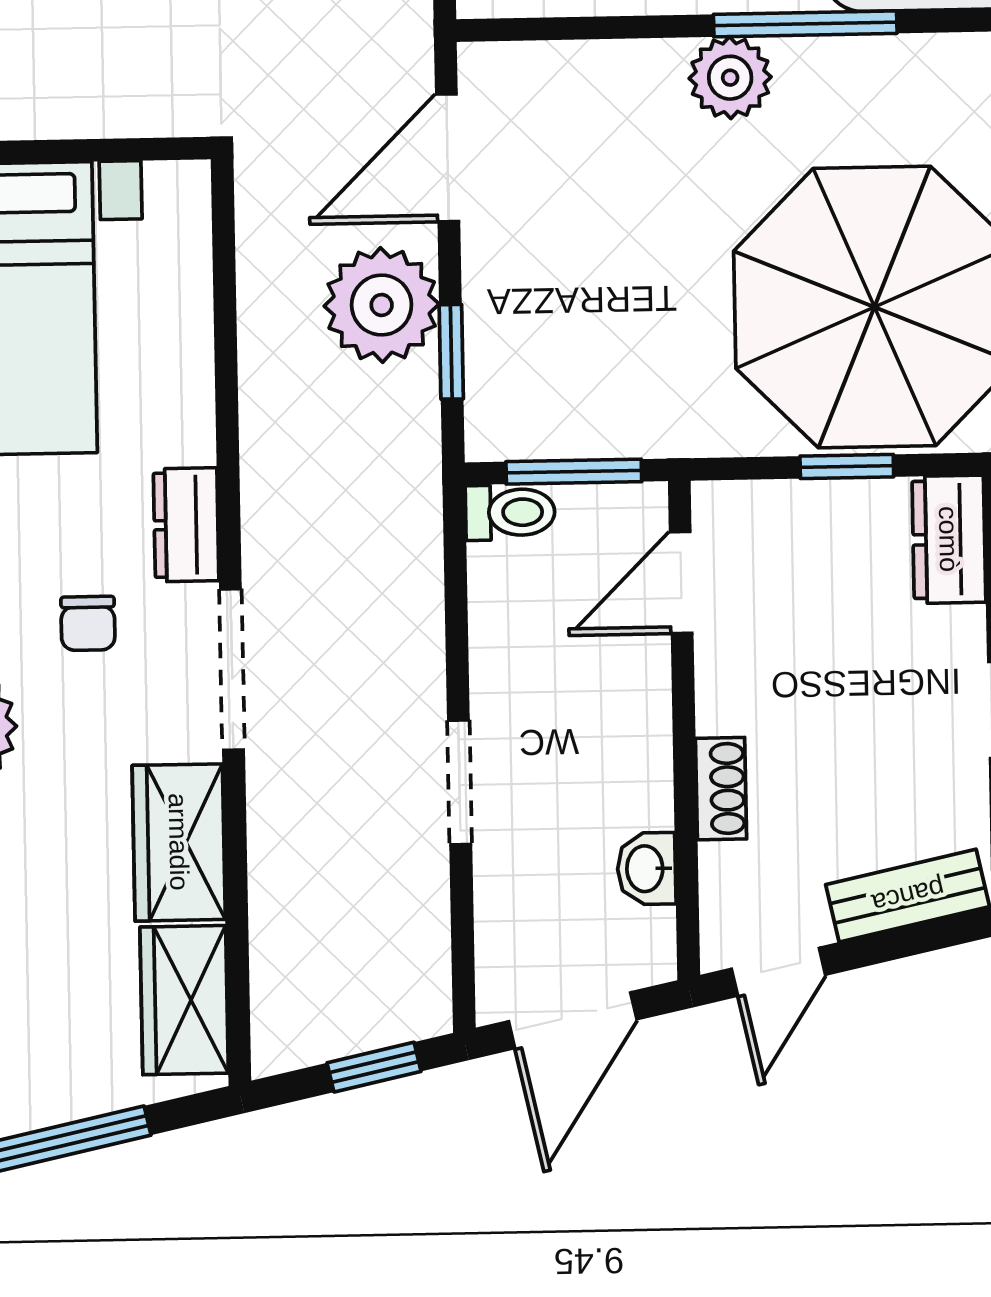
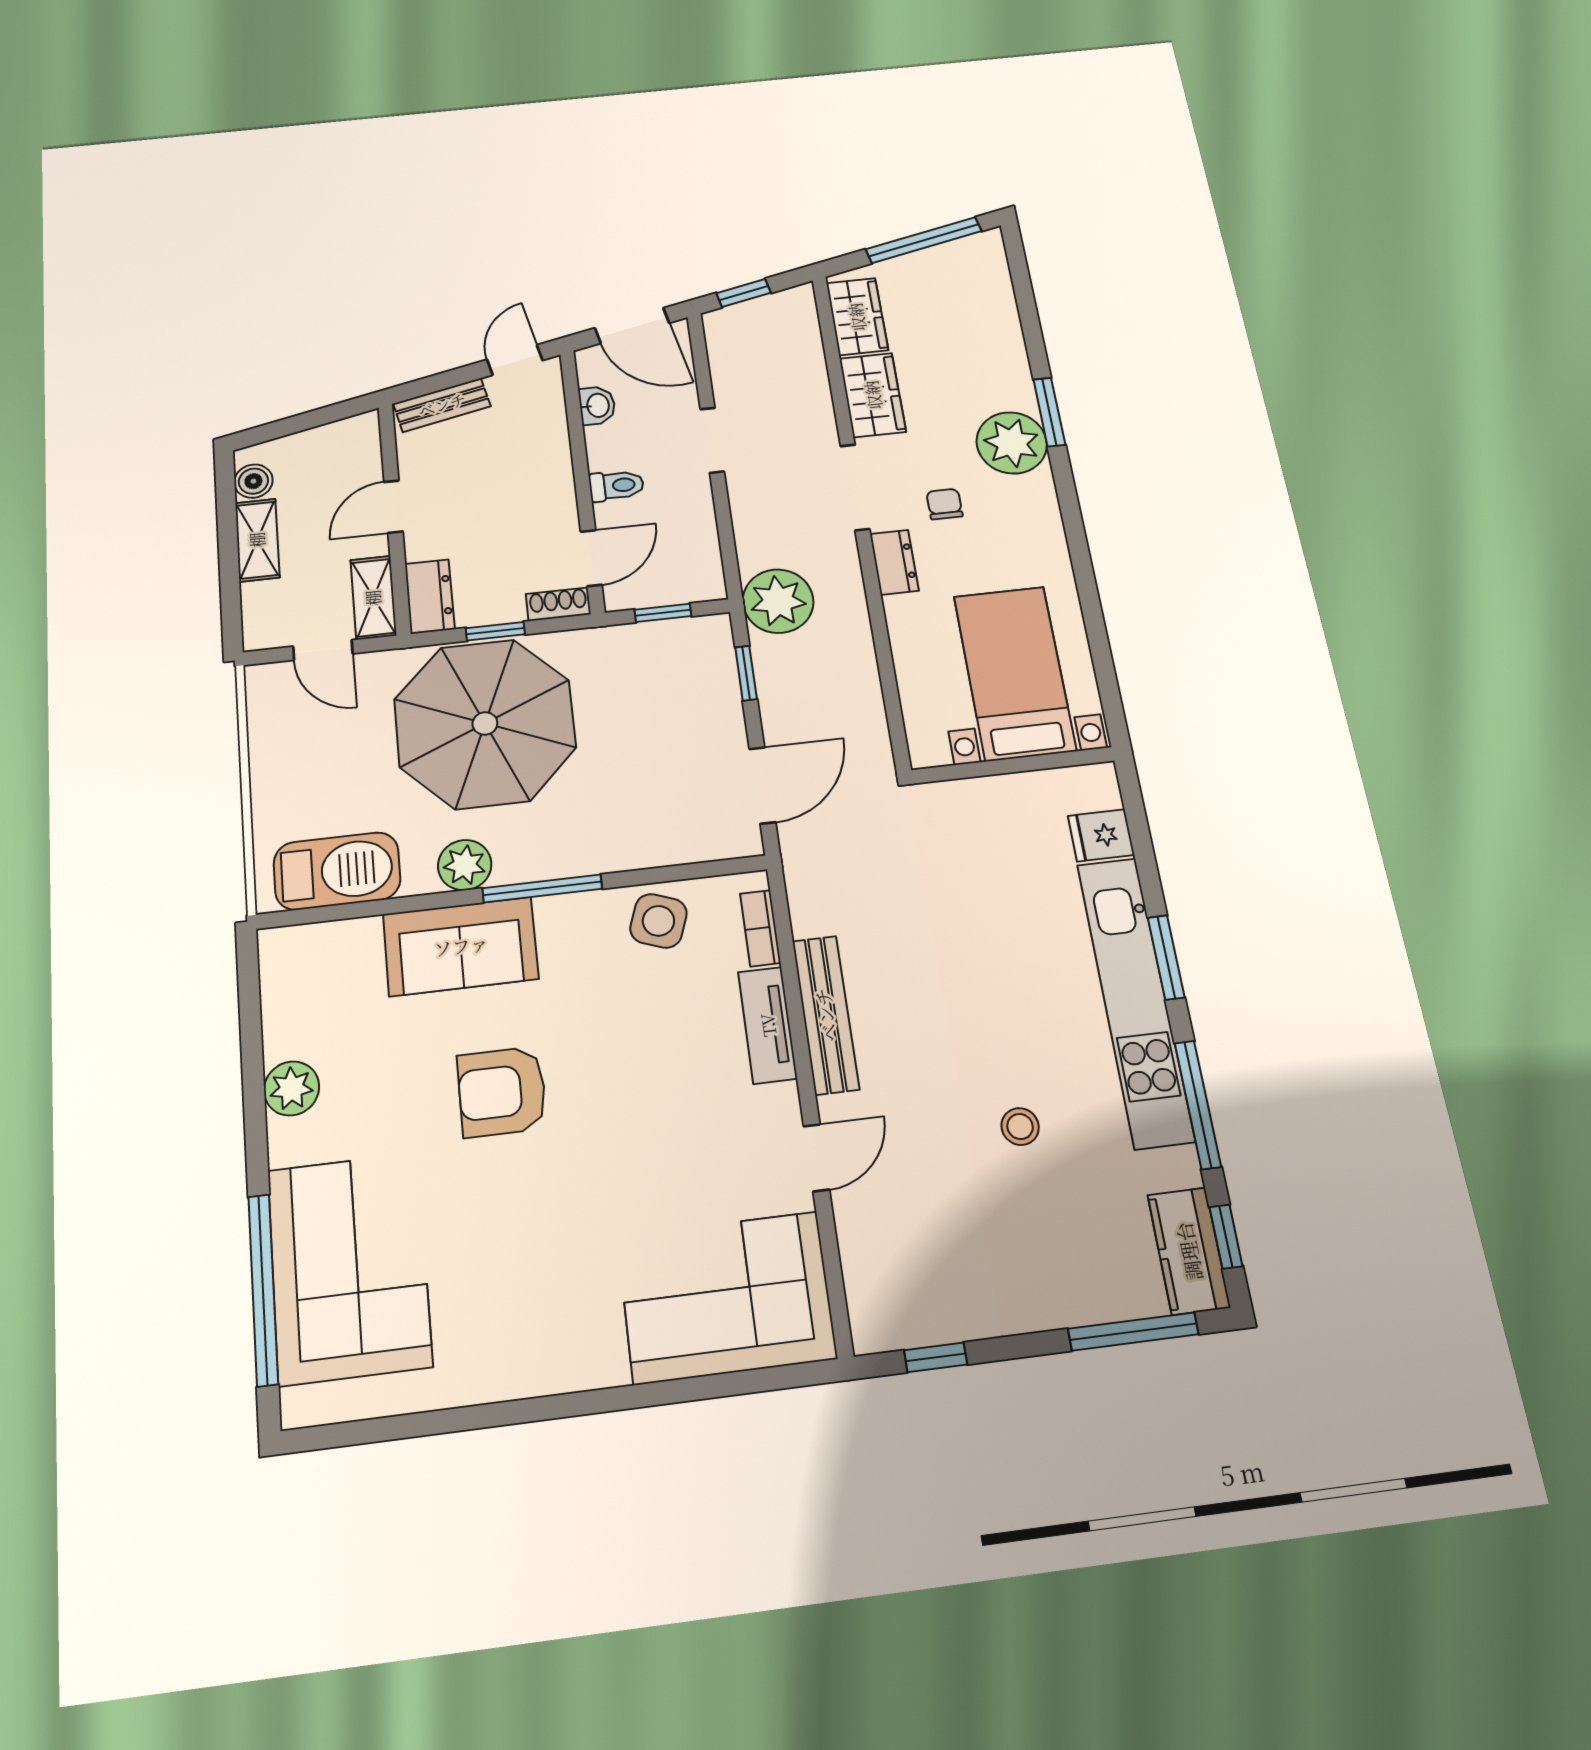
plant: (730, 78) -> (465, 865), moved
plant: (382, 305) -> (778, 601), moved
window: (574, 472) -> (663, 613), width x0.67
toilet: (510, 512) -> (616, 486), moved, turned 180
shoe rack: (721, 789) -> (558, 604), moved, turned 90
door: (573, 1020) -> (632, 326), swing flipped

